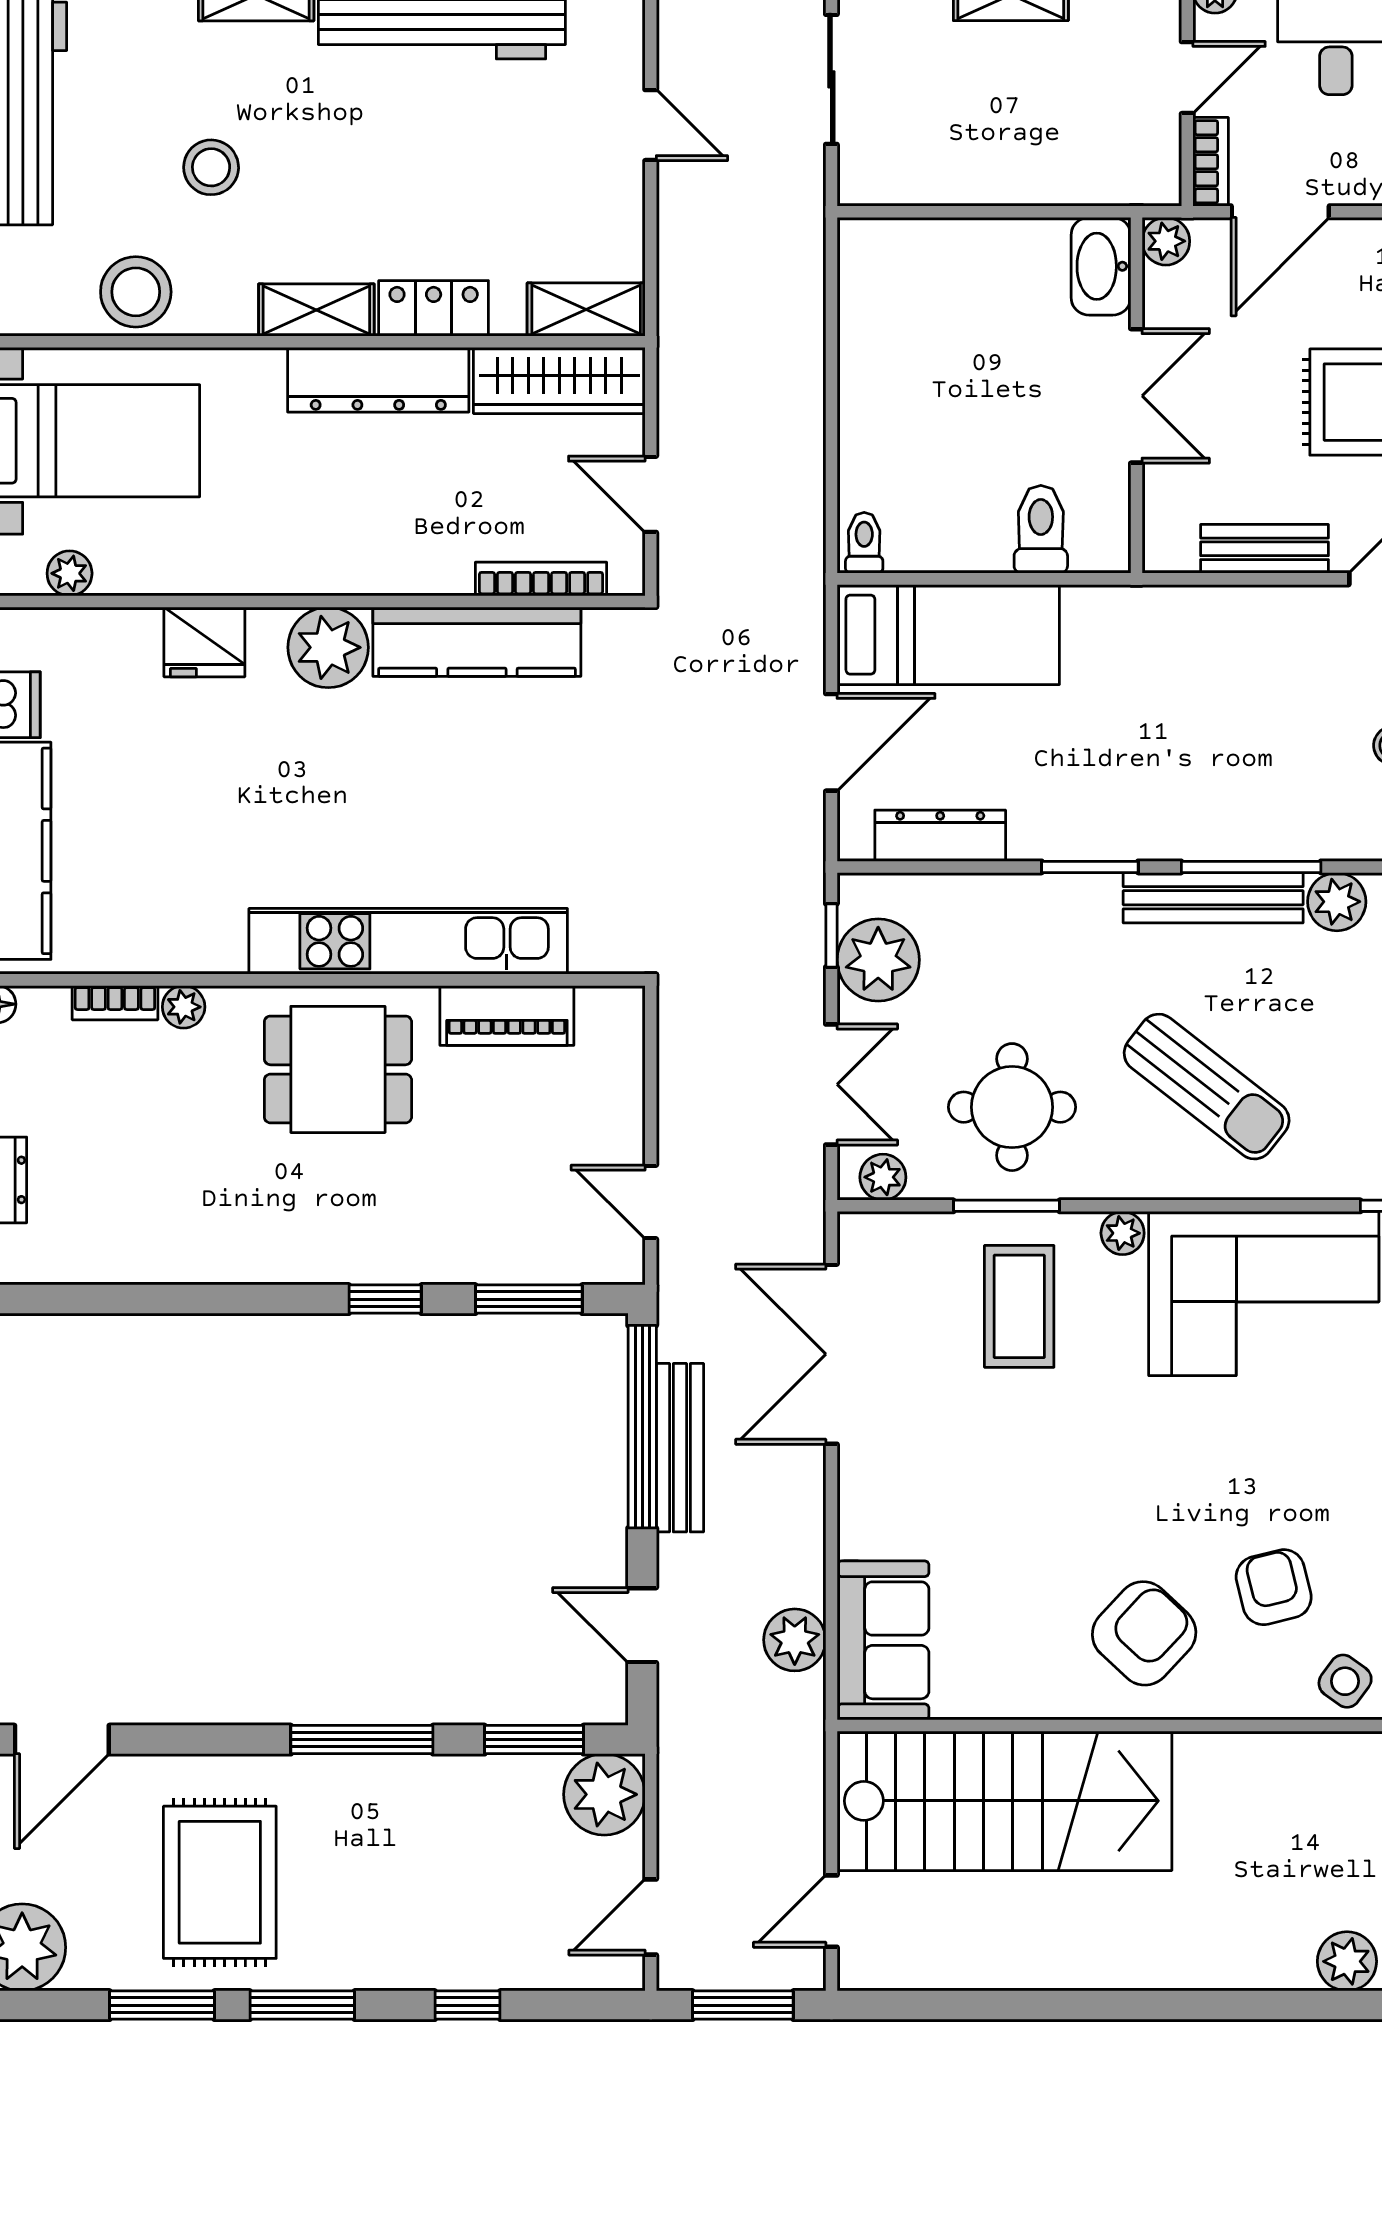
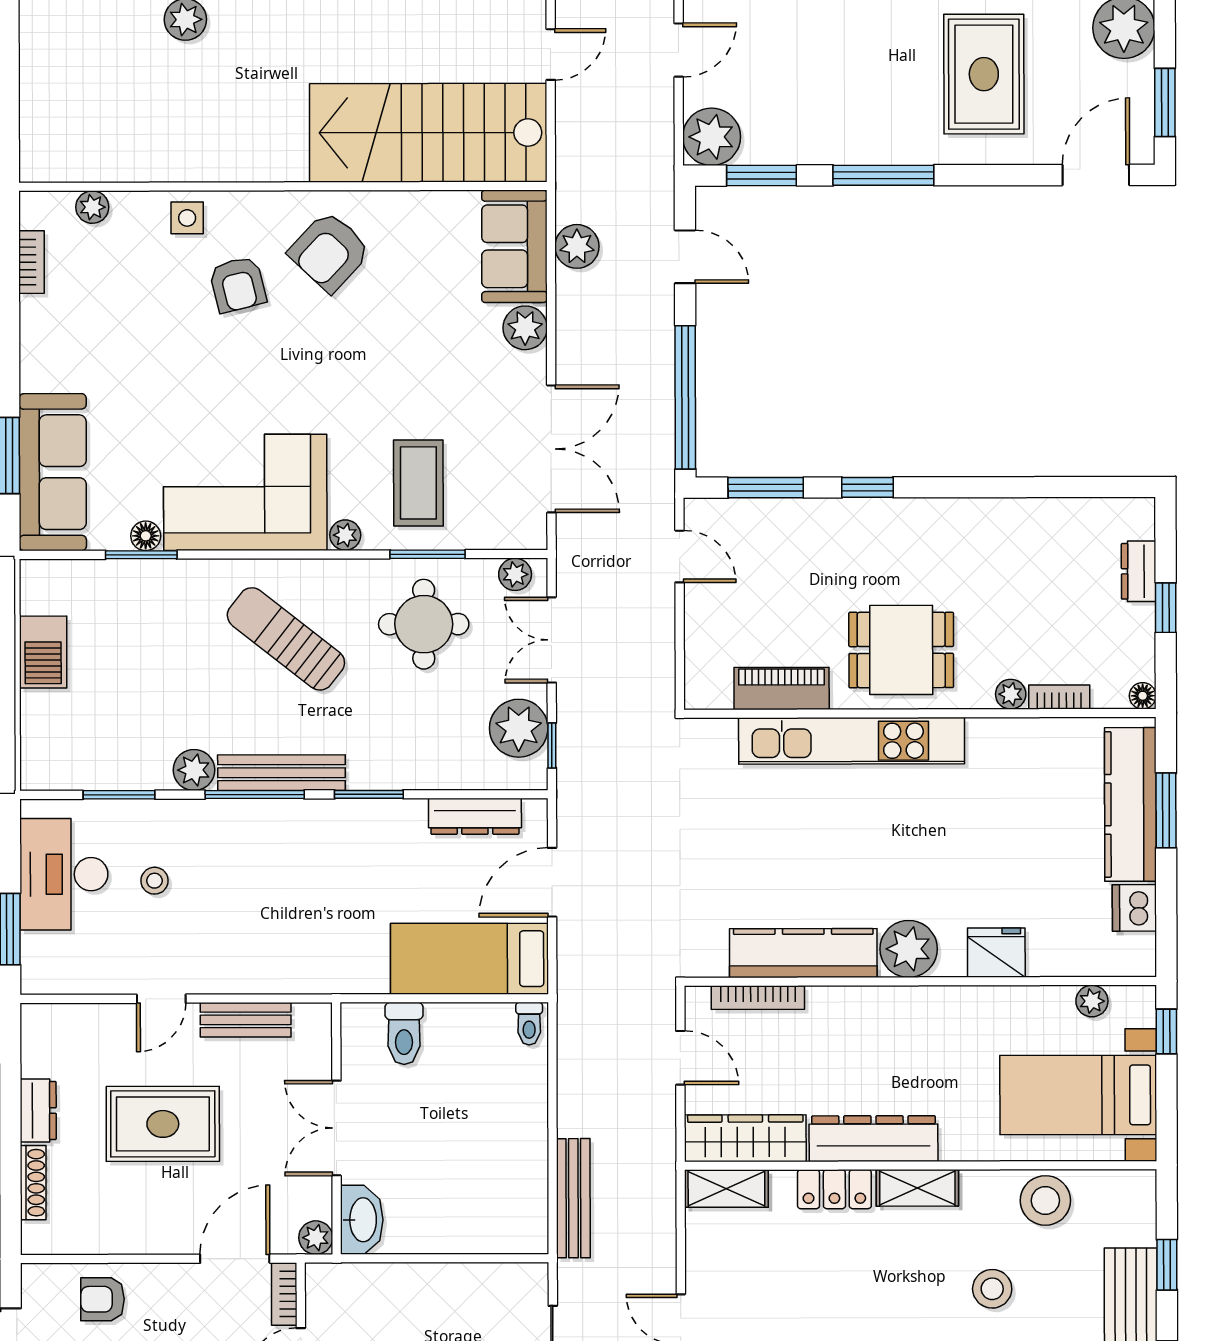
bench: (680, 1448) -> (573, 1198), moved
plant: (868, 1525) -> (525, 328), added
side table: (1345, 1681) -> (187, 218), turned -36

